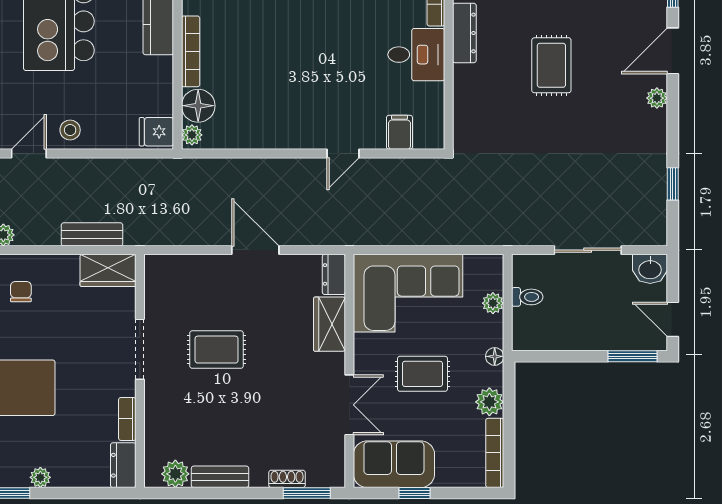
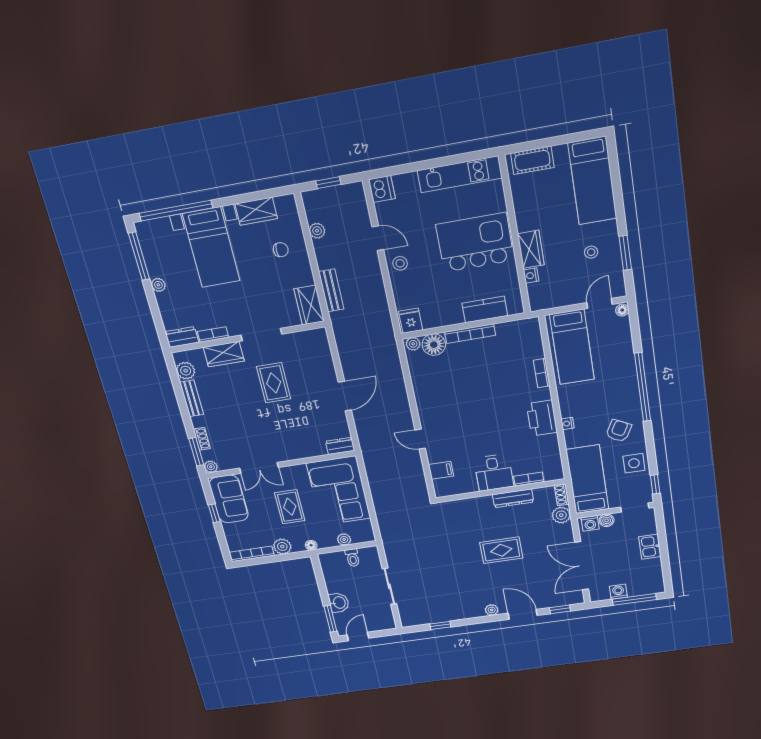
washbasin: (650, 269) -> (339, 603), moved, turned 180
wardrobe: (329, 324) -> (224, 354), moved, turned 180
plant: (335, 478) -> (211, 467), added

